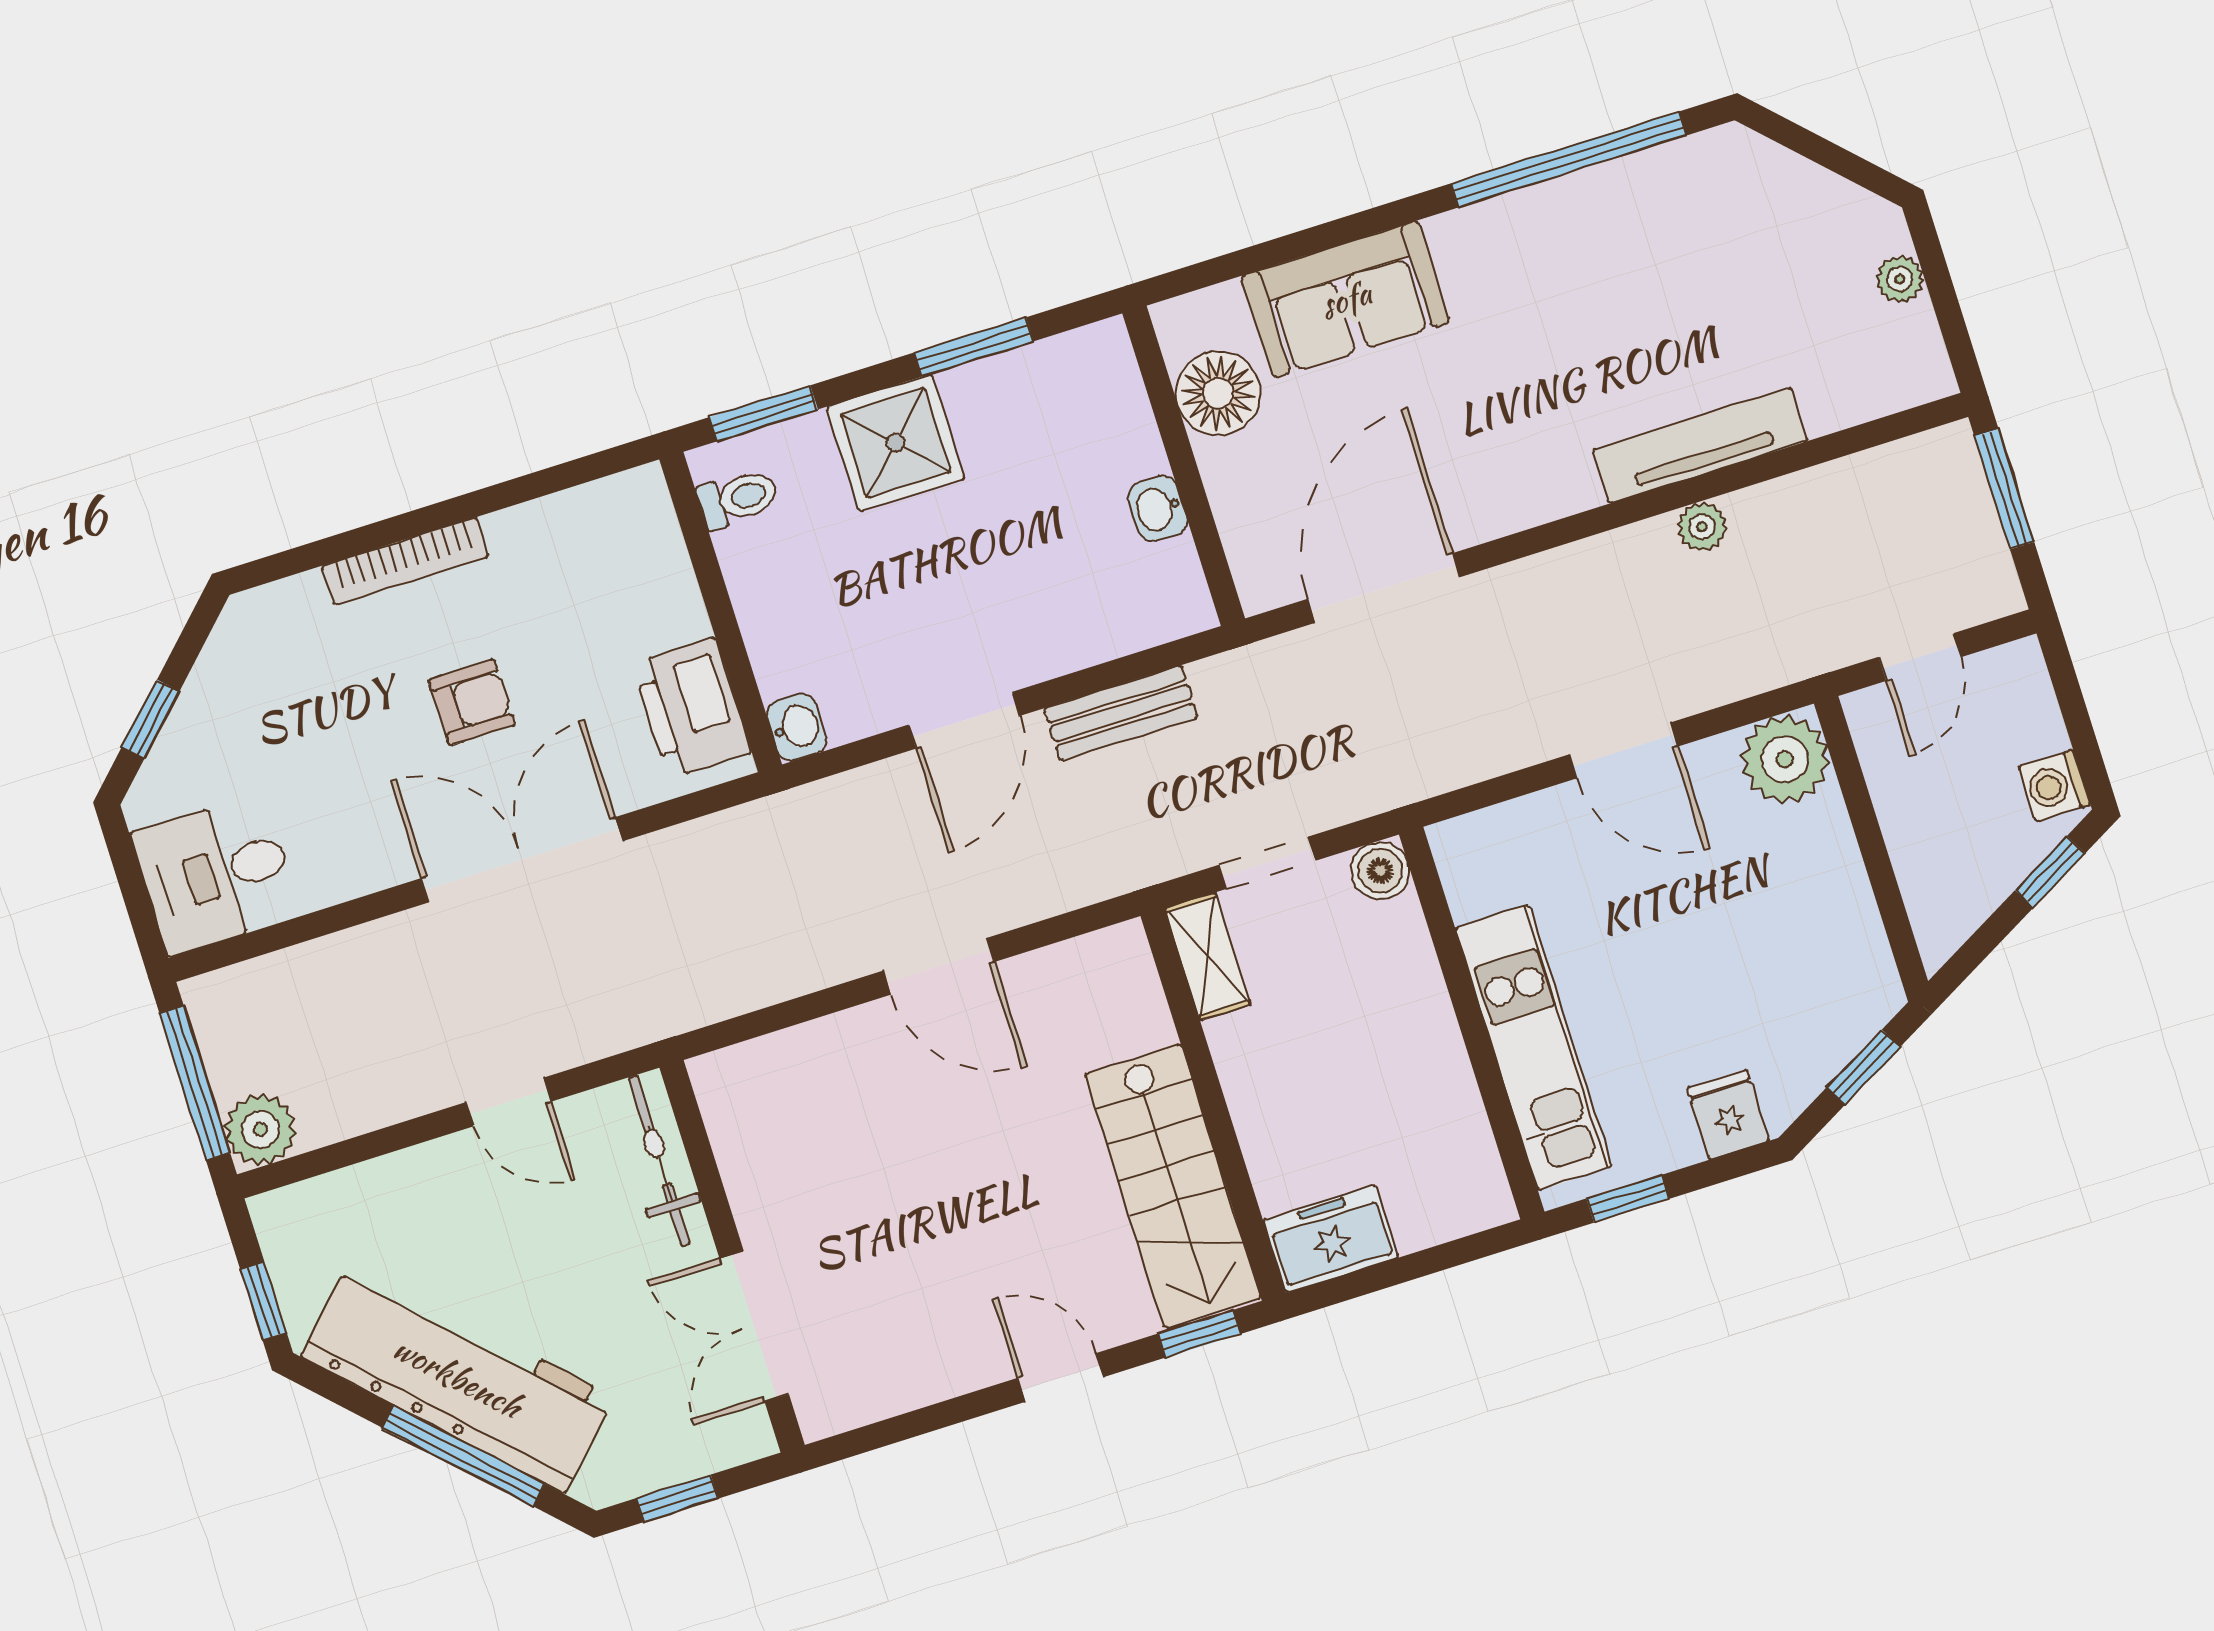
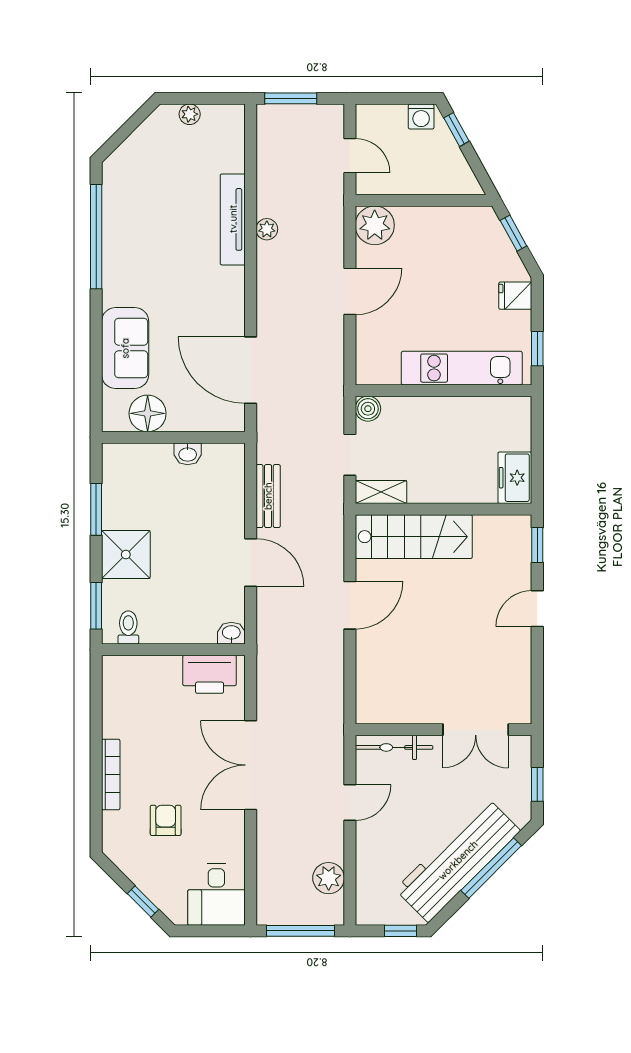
armchair: (472, 702) -> (166, 820), moved
plant: (260, 1129) -> (329, 878), moved
stairs: (1173, 1186) -> (414, 537), moved

